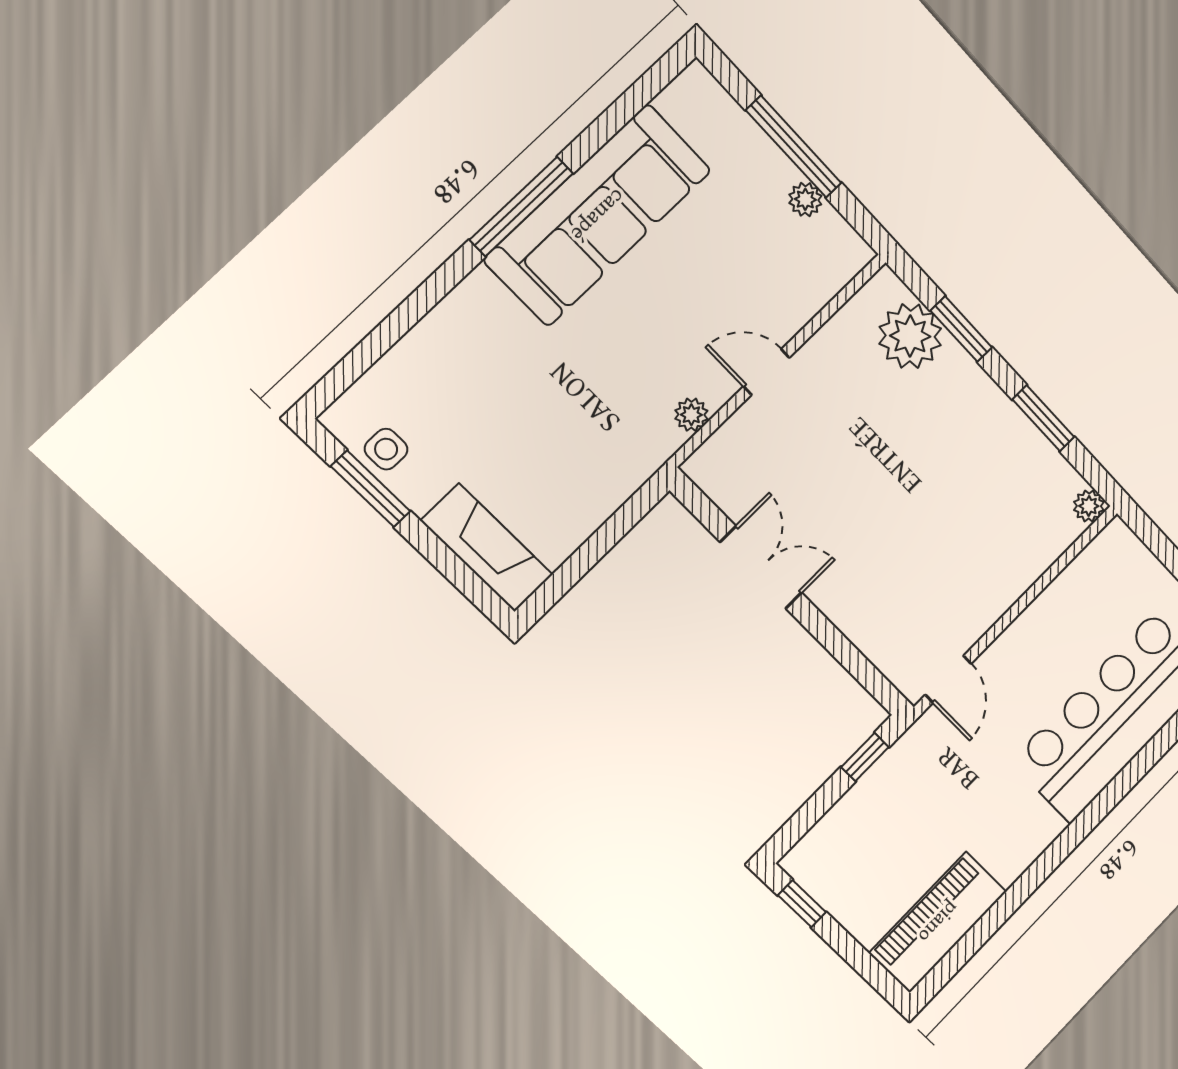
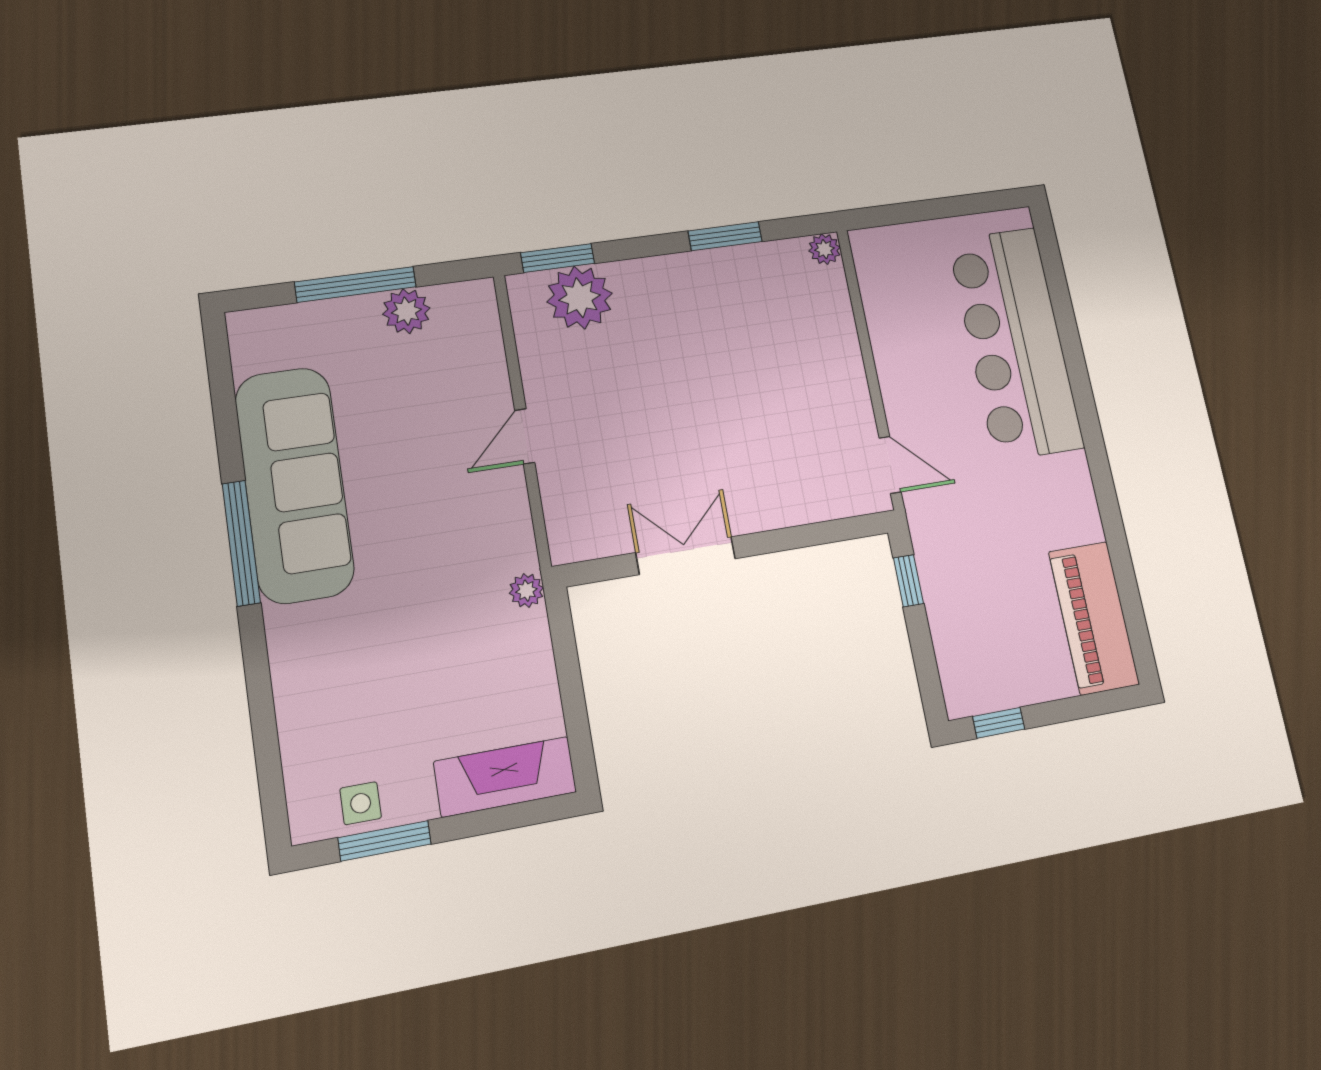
plant: (805, 199) -> (406, 311), width x1.38, depth x1.38
window: (961, 329) -> (558, 258), moved
plant: (691, 415) -> (526, 591), moved

